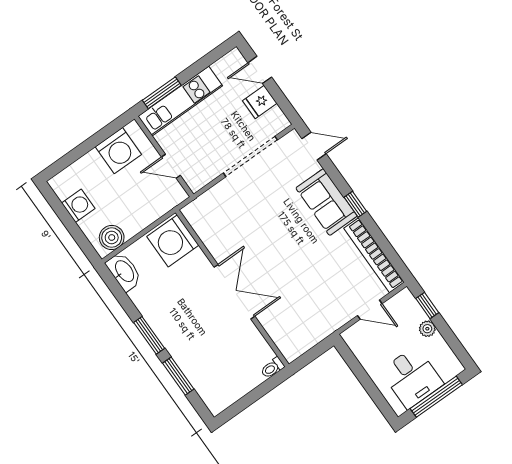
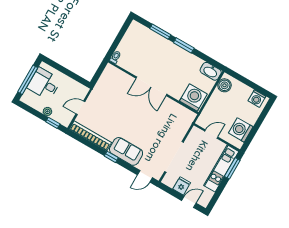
washing machine: (78, 206) -> (257, 99), moved

